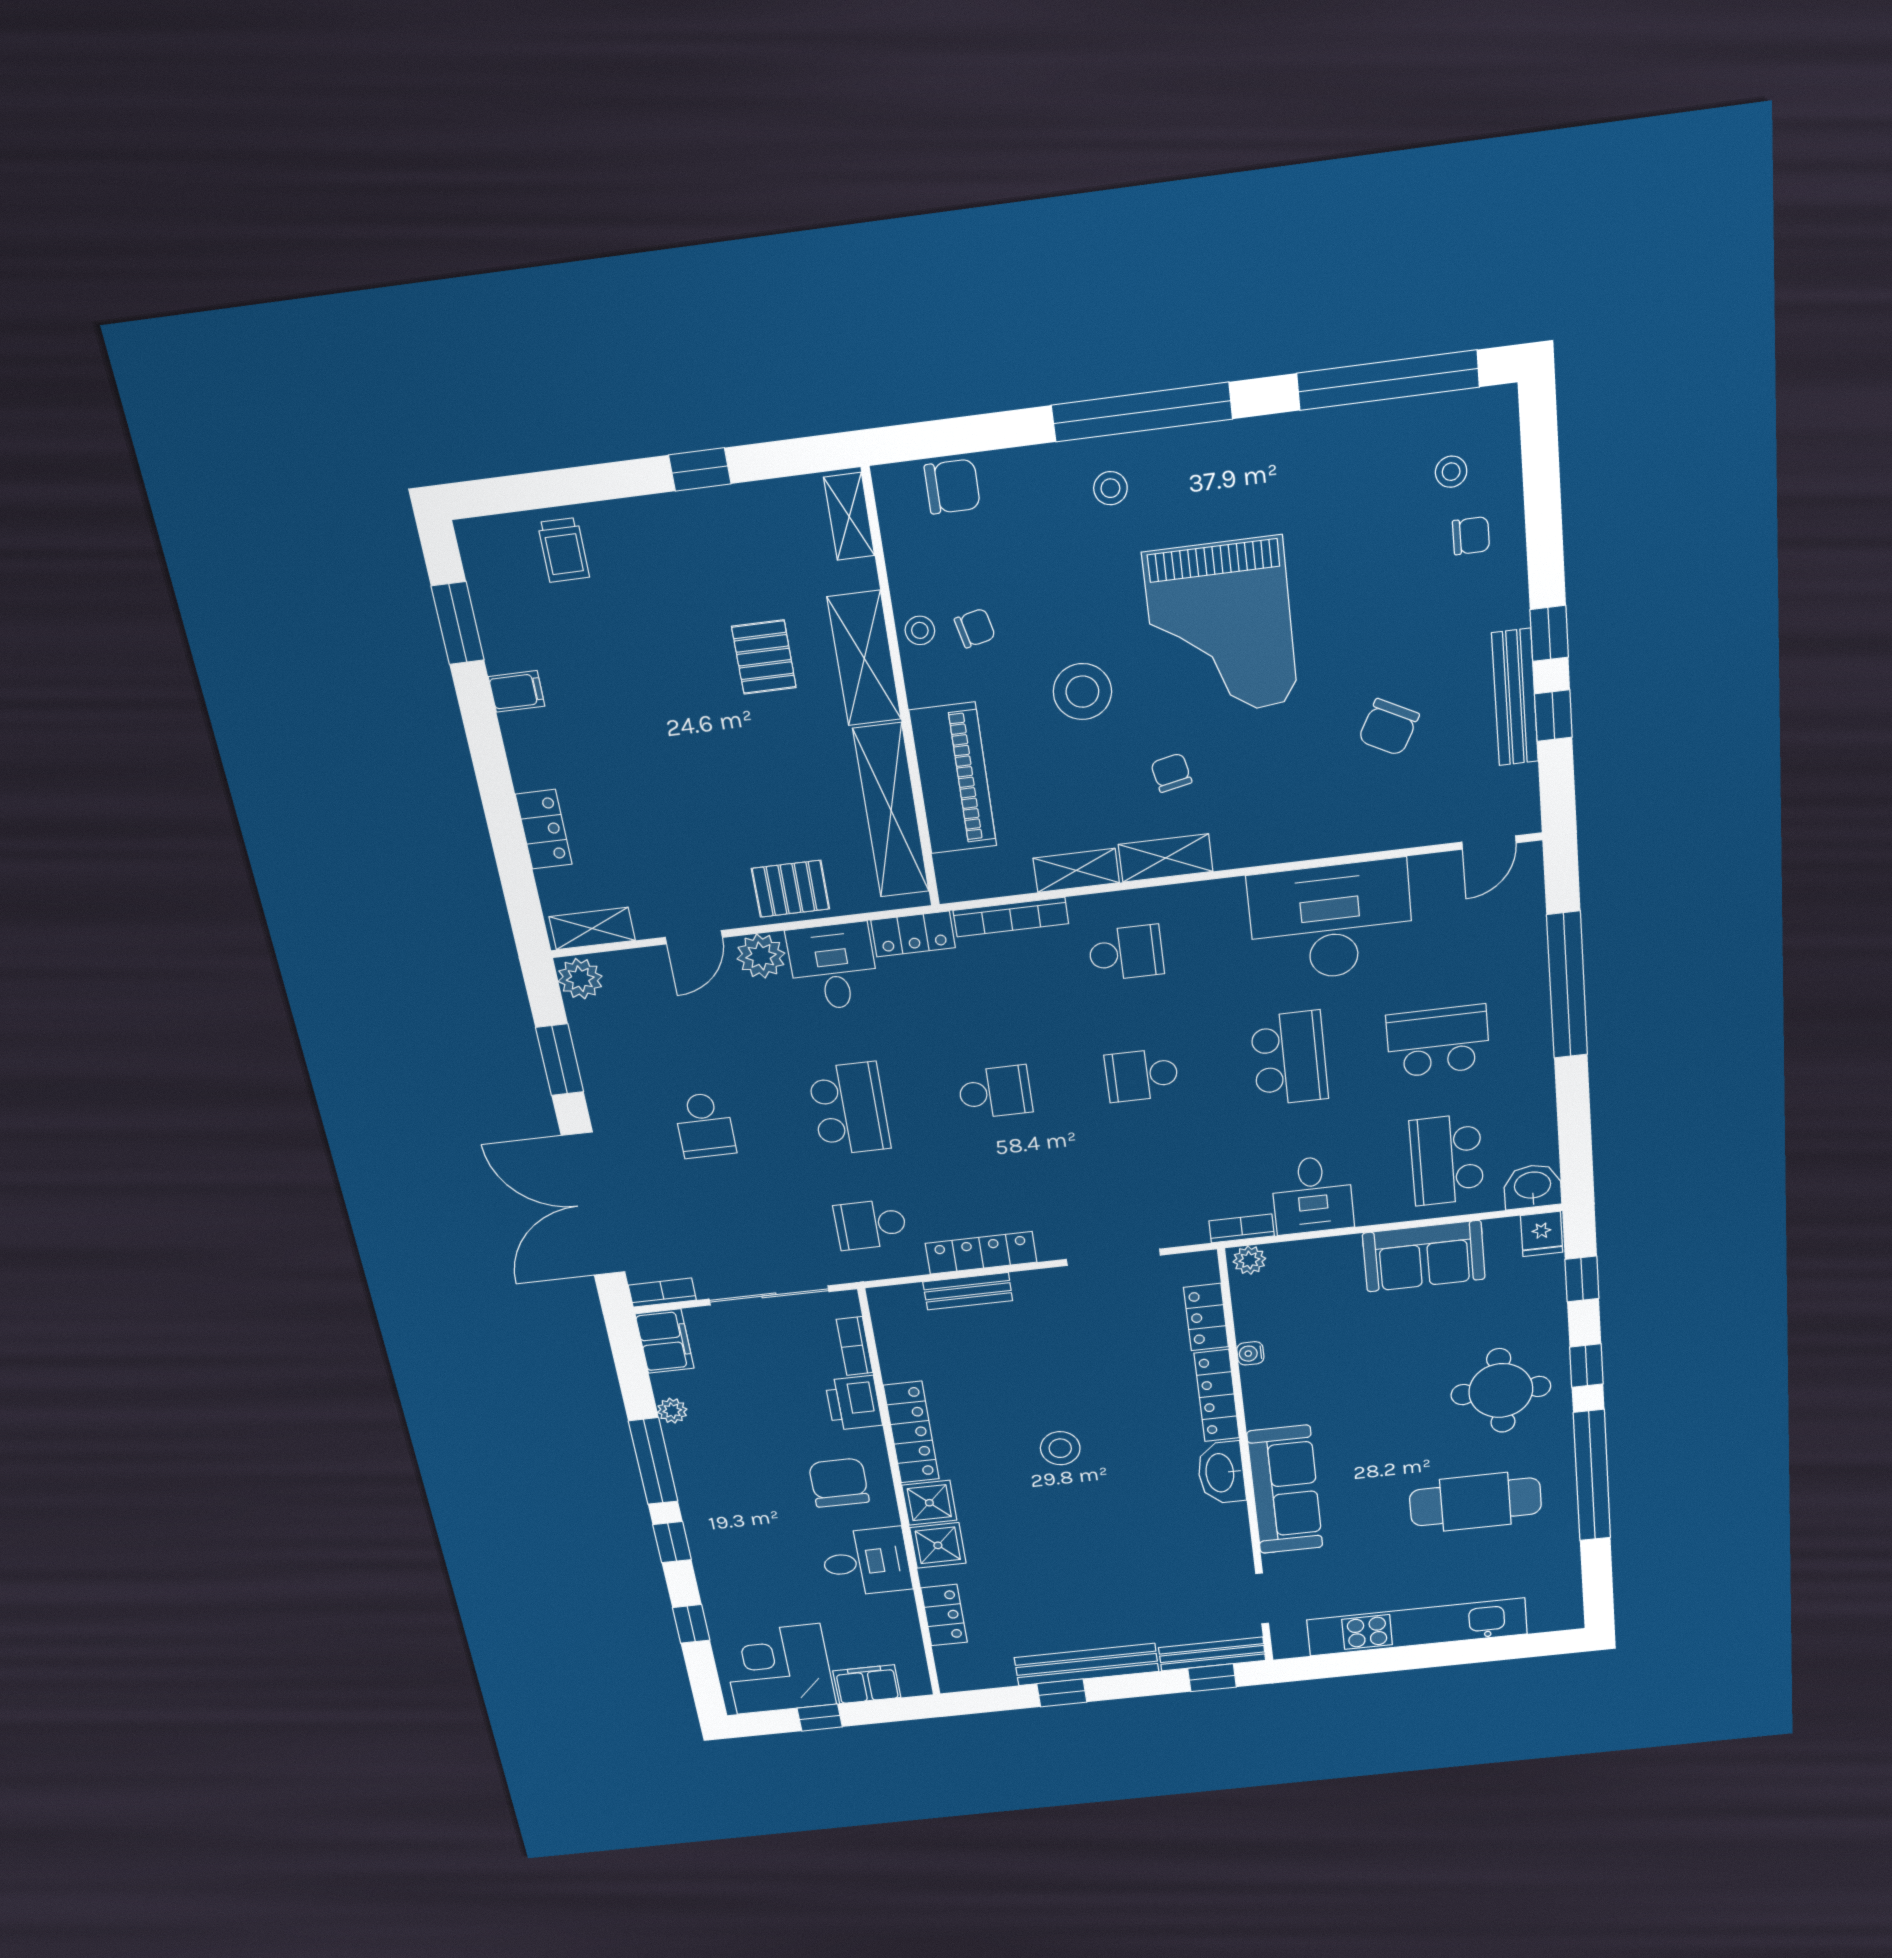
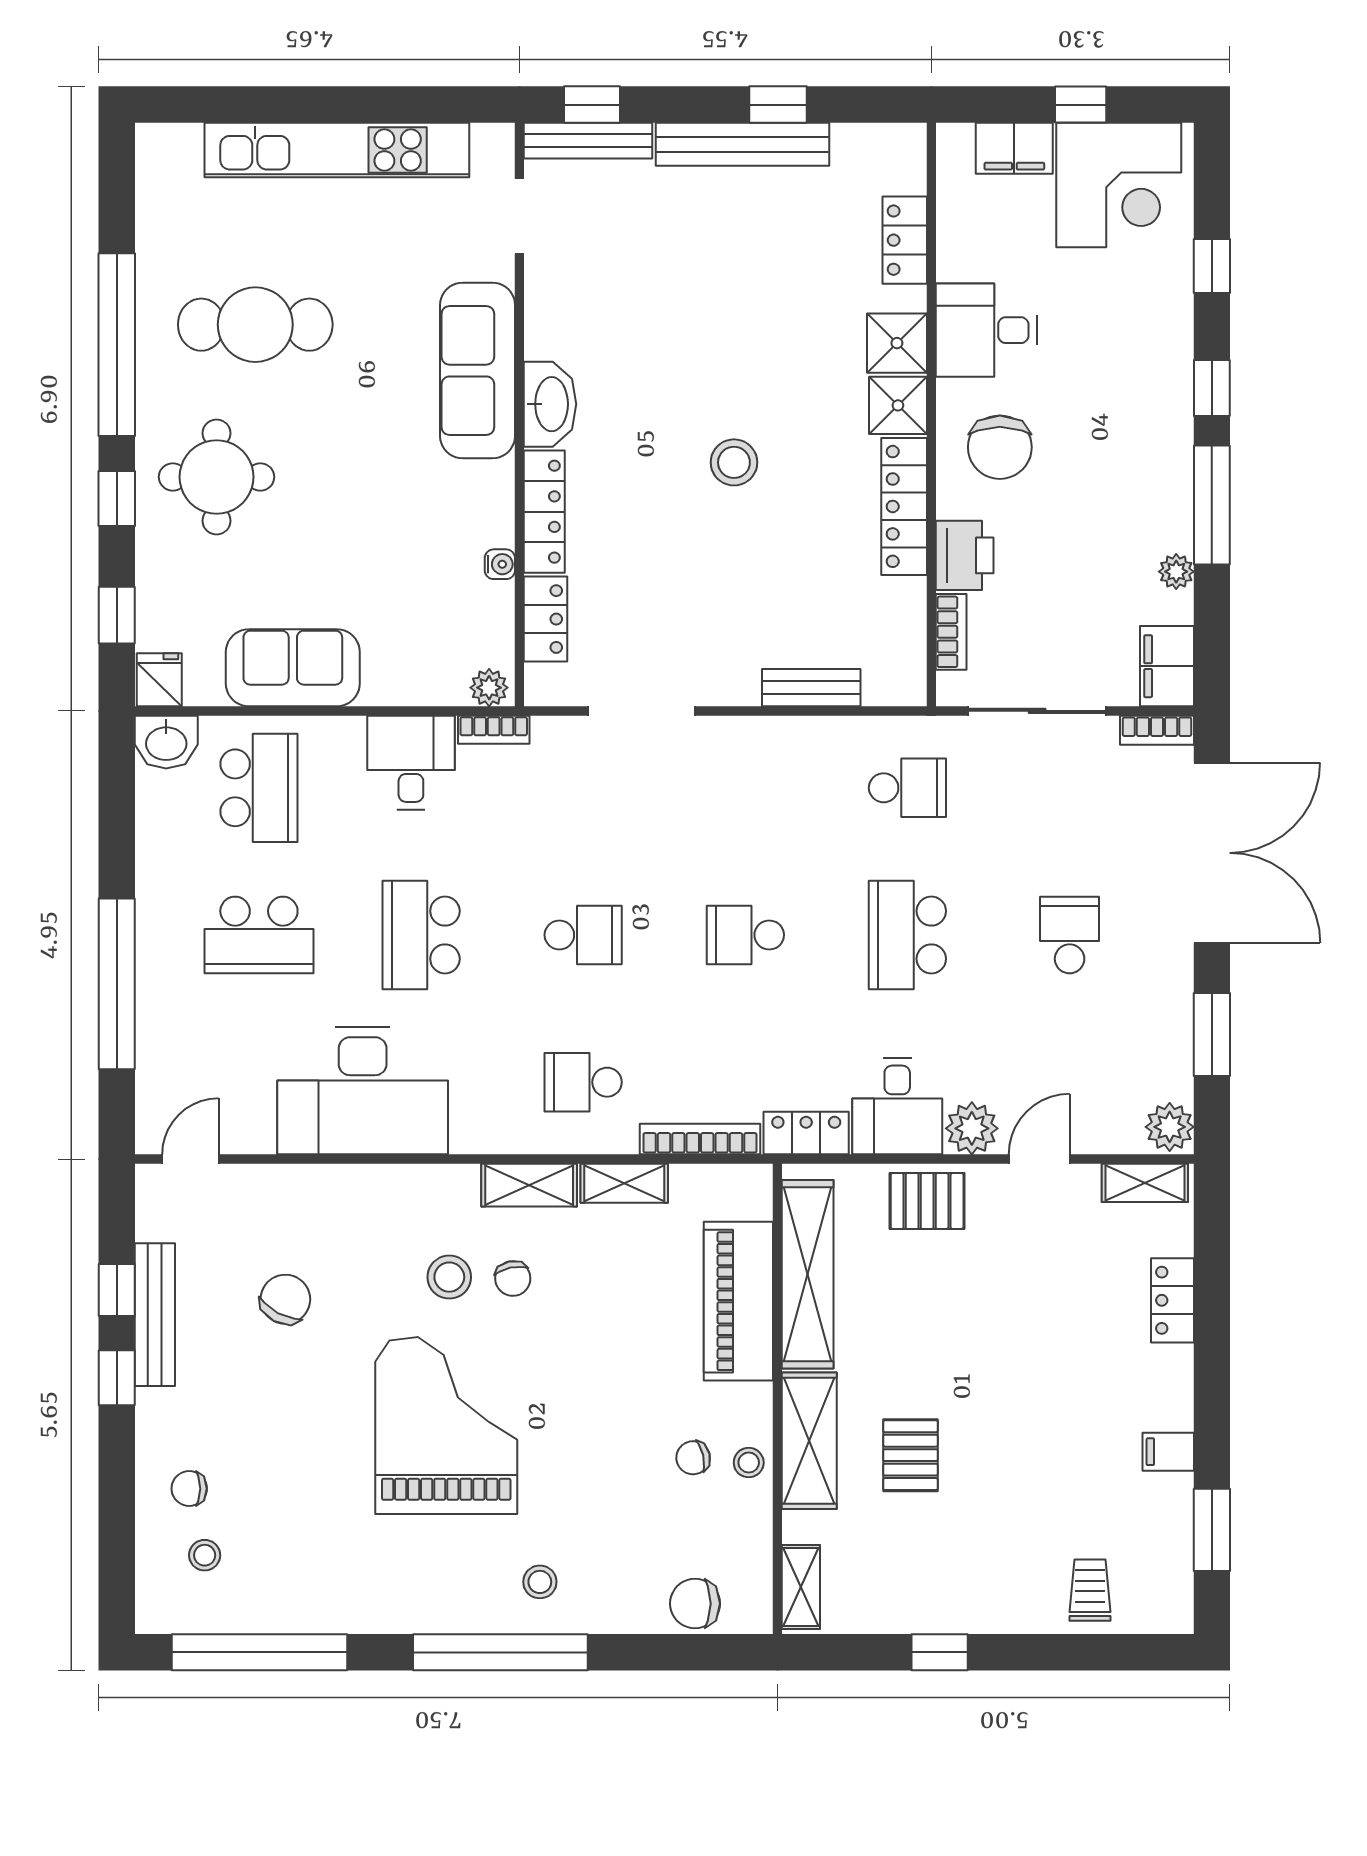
stool: (1082, 692) -> (449, 1277), moved, width x0.73, depth x0.73
locker: (981, 1253) -> (789, 736), removed

